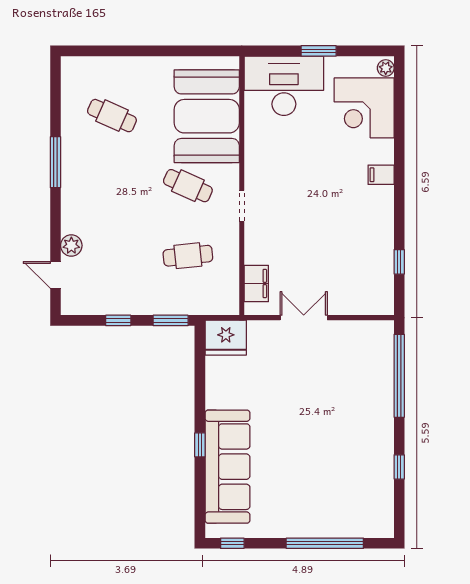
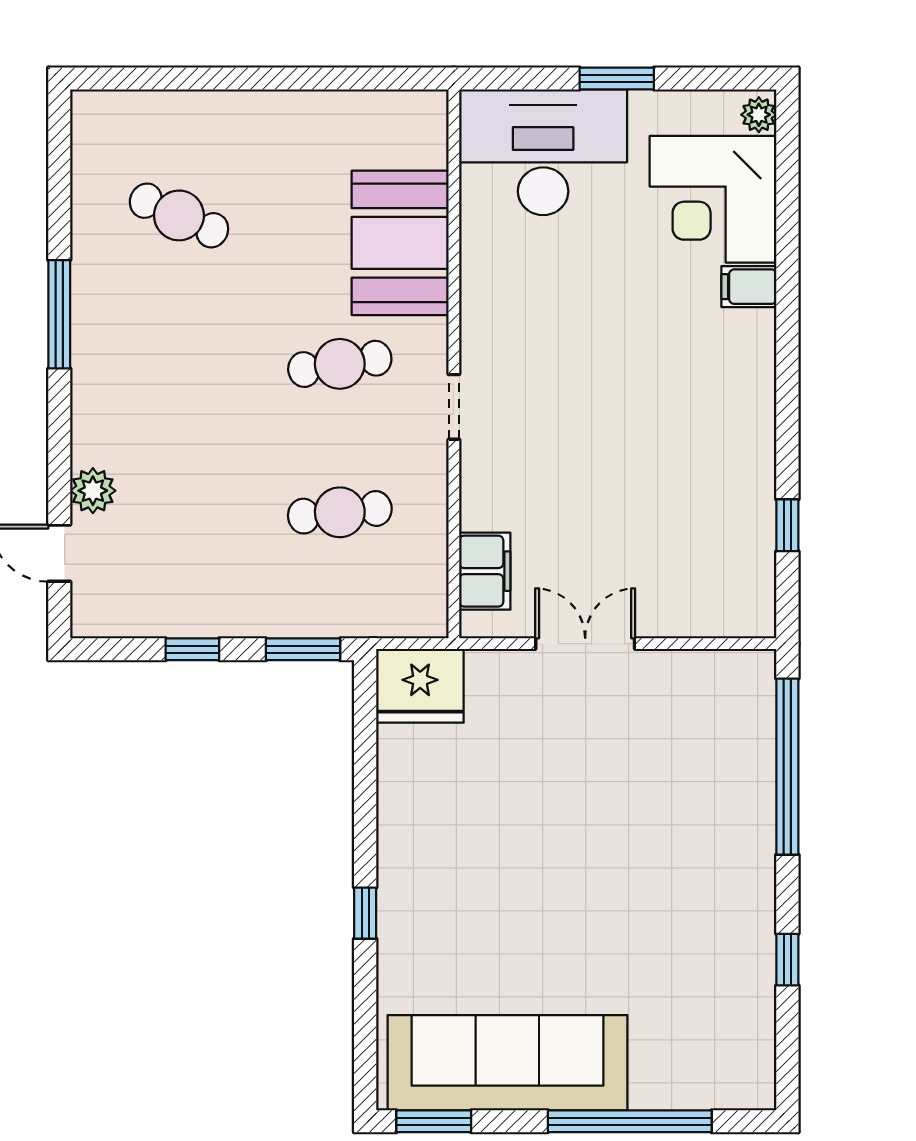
booth: (207, 116) -> (400, 243), width x0.73, depth x0.70
filing cabinet: (381, 175) -> (749, 287), moved
cafe table: (188, 186) -> (340, 364), turned -33
sofa: (228, 467) -> (508, 1063), moved, turned -90
window: (232, 543) -> (434, 1121), width x1.50

